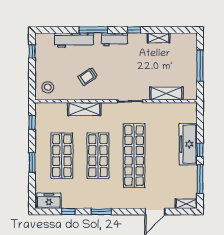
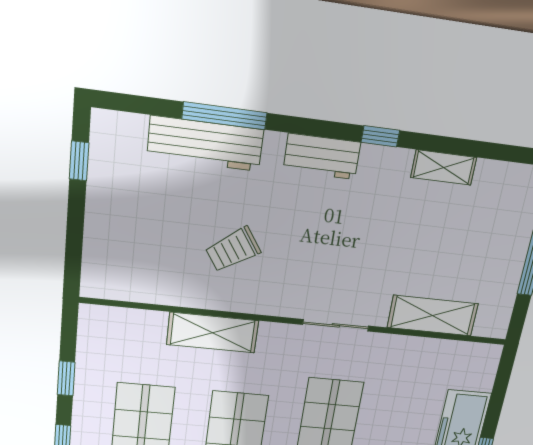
window: (93, 30) -> (225, 116), moved
stool: (48, 87) -> (118, 267), removed
window: (32, 122) -> (66, 378), moved

